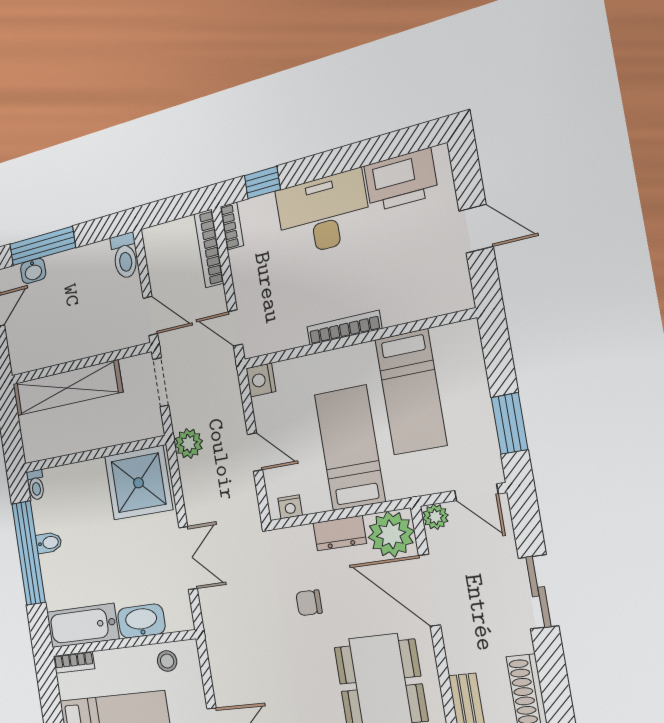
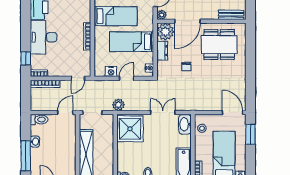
washbasin: (33, 271) -> (35, 142), moved
nightstand: (261, 380) -> (111, 71), moved
washbasin: (141, 621) -> (185, 124), moved

